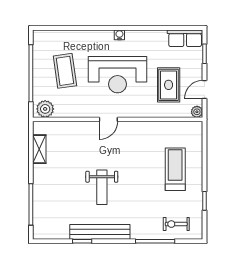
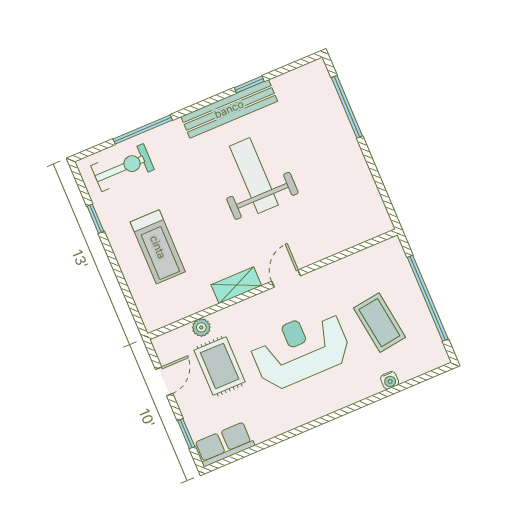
water cooler: (119, 35) -> (390, 380), moved
plant: (45, 109) -> (385, 255), removed
plant: (197, 112) -> (201, 327), moved
shelving: (39, 149) -> (236, 285), moved, turned 90
weight bench: (102, 187) -> (254, 176), width x1.36, depth x1.33
exercise bike: (176, 224) -> (123, 168), width x1.38, depth x1.39

